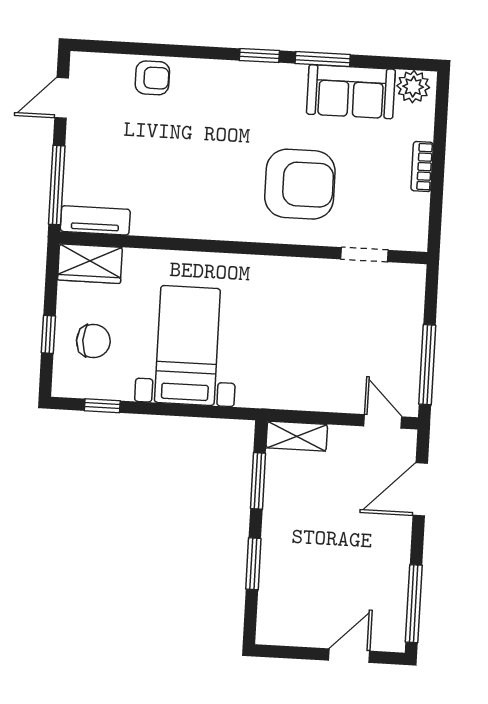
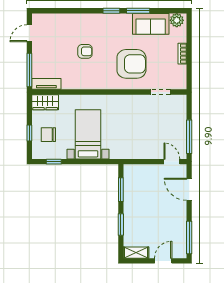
armchair: (152, 78) -> (85, 51), moved
chair: (93, 341) -> (48, 135), turned 180
shelving: (297, 436) -> (136, 253), moved
door: (420, 489) -> (189, 189), hinge flipped

